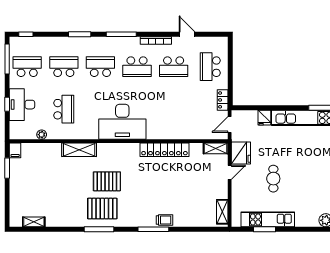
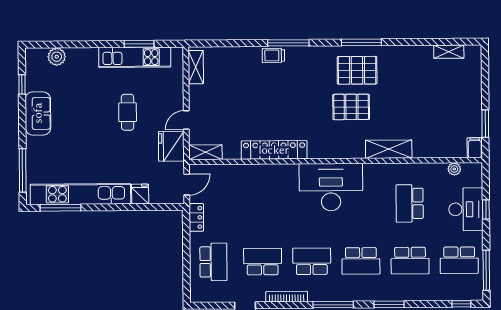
plant: (42, 135) -> (454, 169), moved

